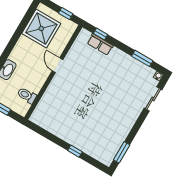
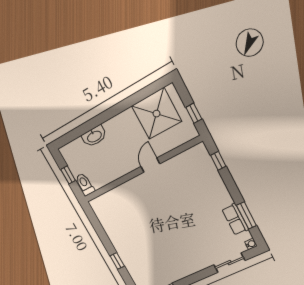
row of seats: (100, 44) -> (235, 219), moved
toilet: (27, 95) -> (85, 184), moved

